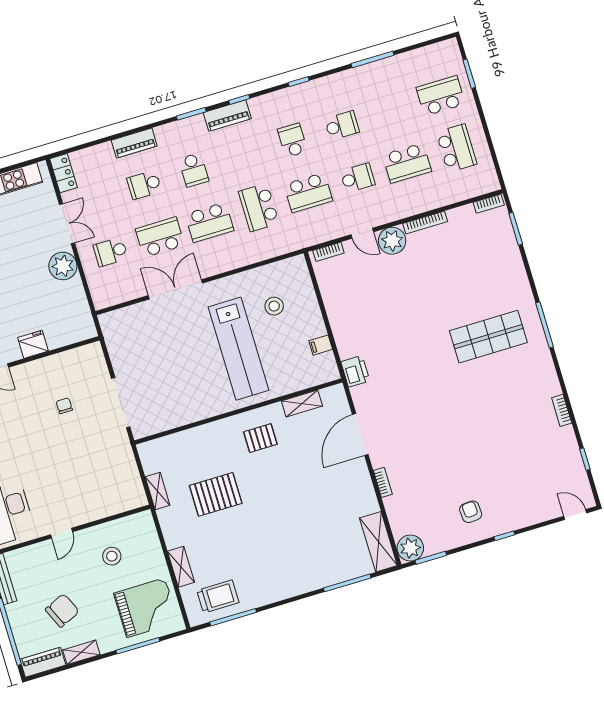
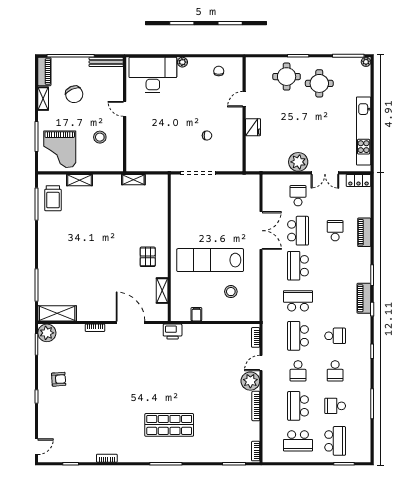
school desk: (194, 170) -> (335, 406), moved
shop shelf: (488, 337) -> (169, 425), turned 90
pallet: (216, 494) -> (120, 217), removed

